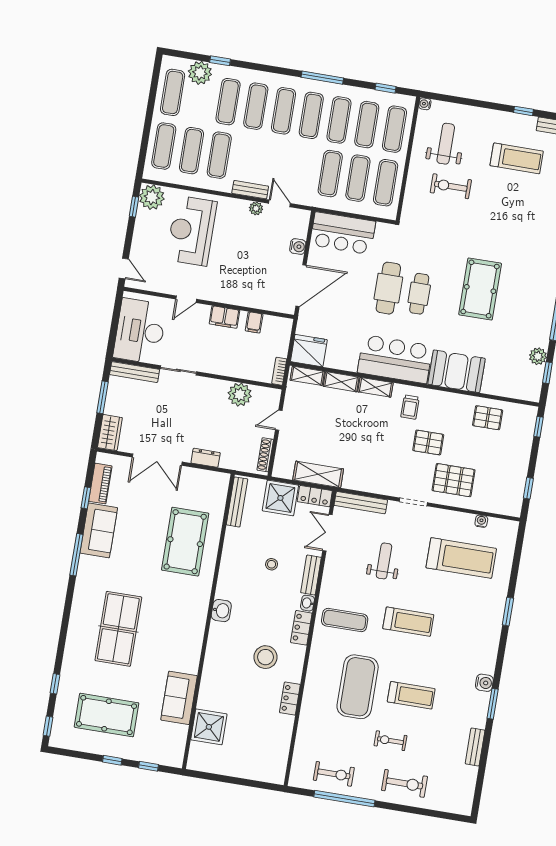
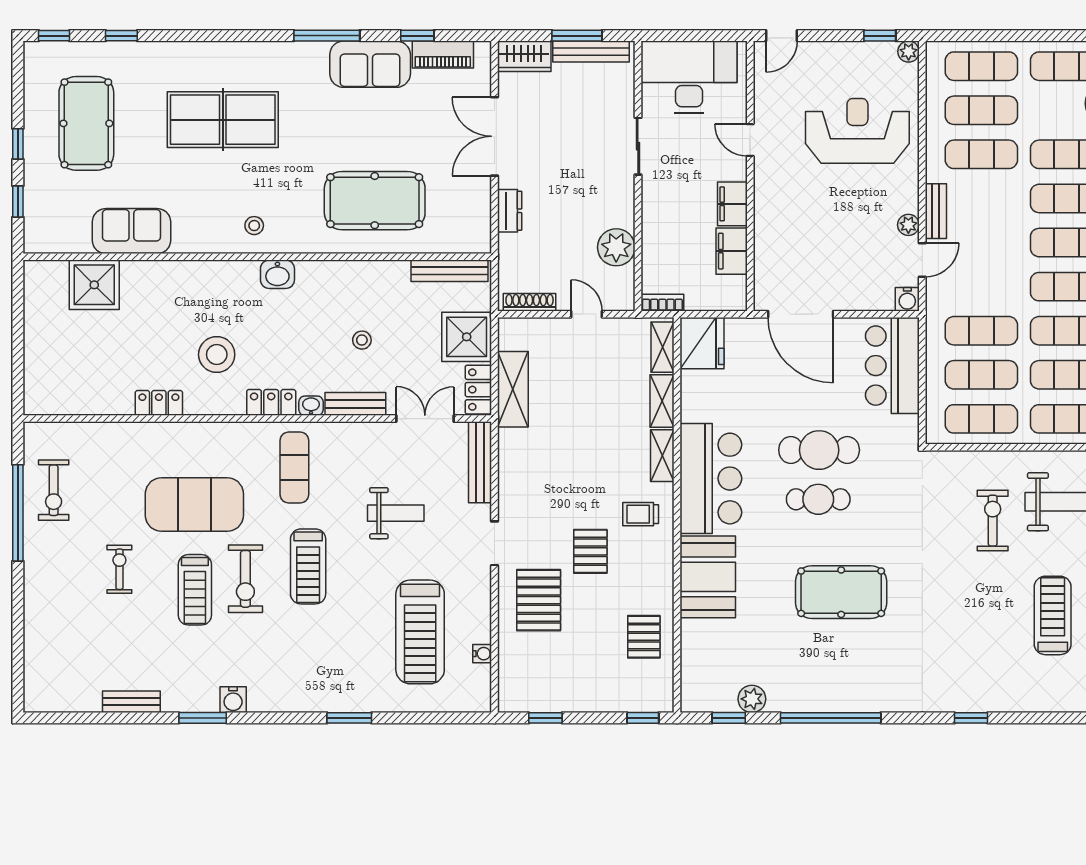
treadmill: (517, 158) -> (1053, 615), turned 180
plant: (152, 197) -> (909, 52), width x0.53, depth x0.53
water cooler: (298, 247) -> (907, 299), moved
filing cabinet: (254, 322) -> (732, 251), width x2.00
bench: (135, 372) -> (591, 52), moved, turned 90
stool: (188, 620) -> (254, 226), added
exercise bike: (405, 783) -> (245, 579), moved

